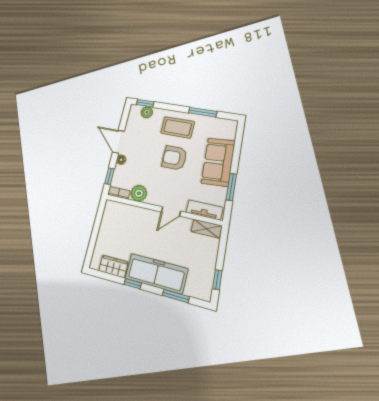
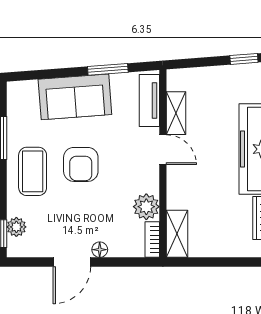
window: (110, 176) -> (129, 262), removed
shelving: (118, 209) -> (177, 234), added
shelving: (206, 229) -> (176, 113), moved

